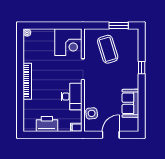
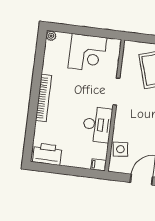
corner desk: (68, 42) -> (87, 53), moved
printer: (47, 124) -> (47, 154), moved

